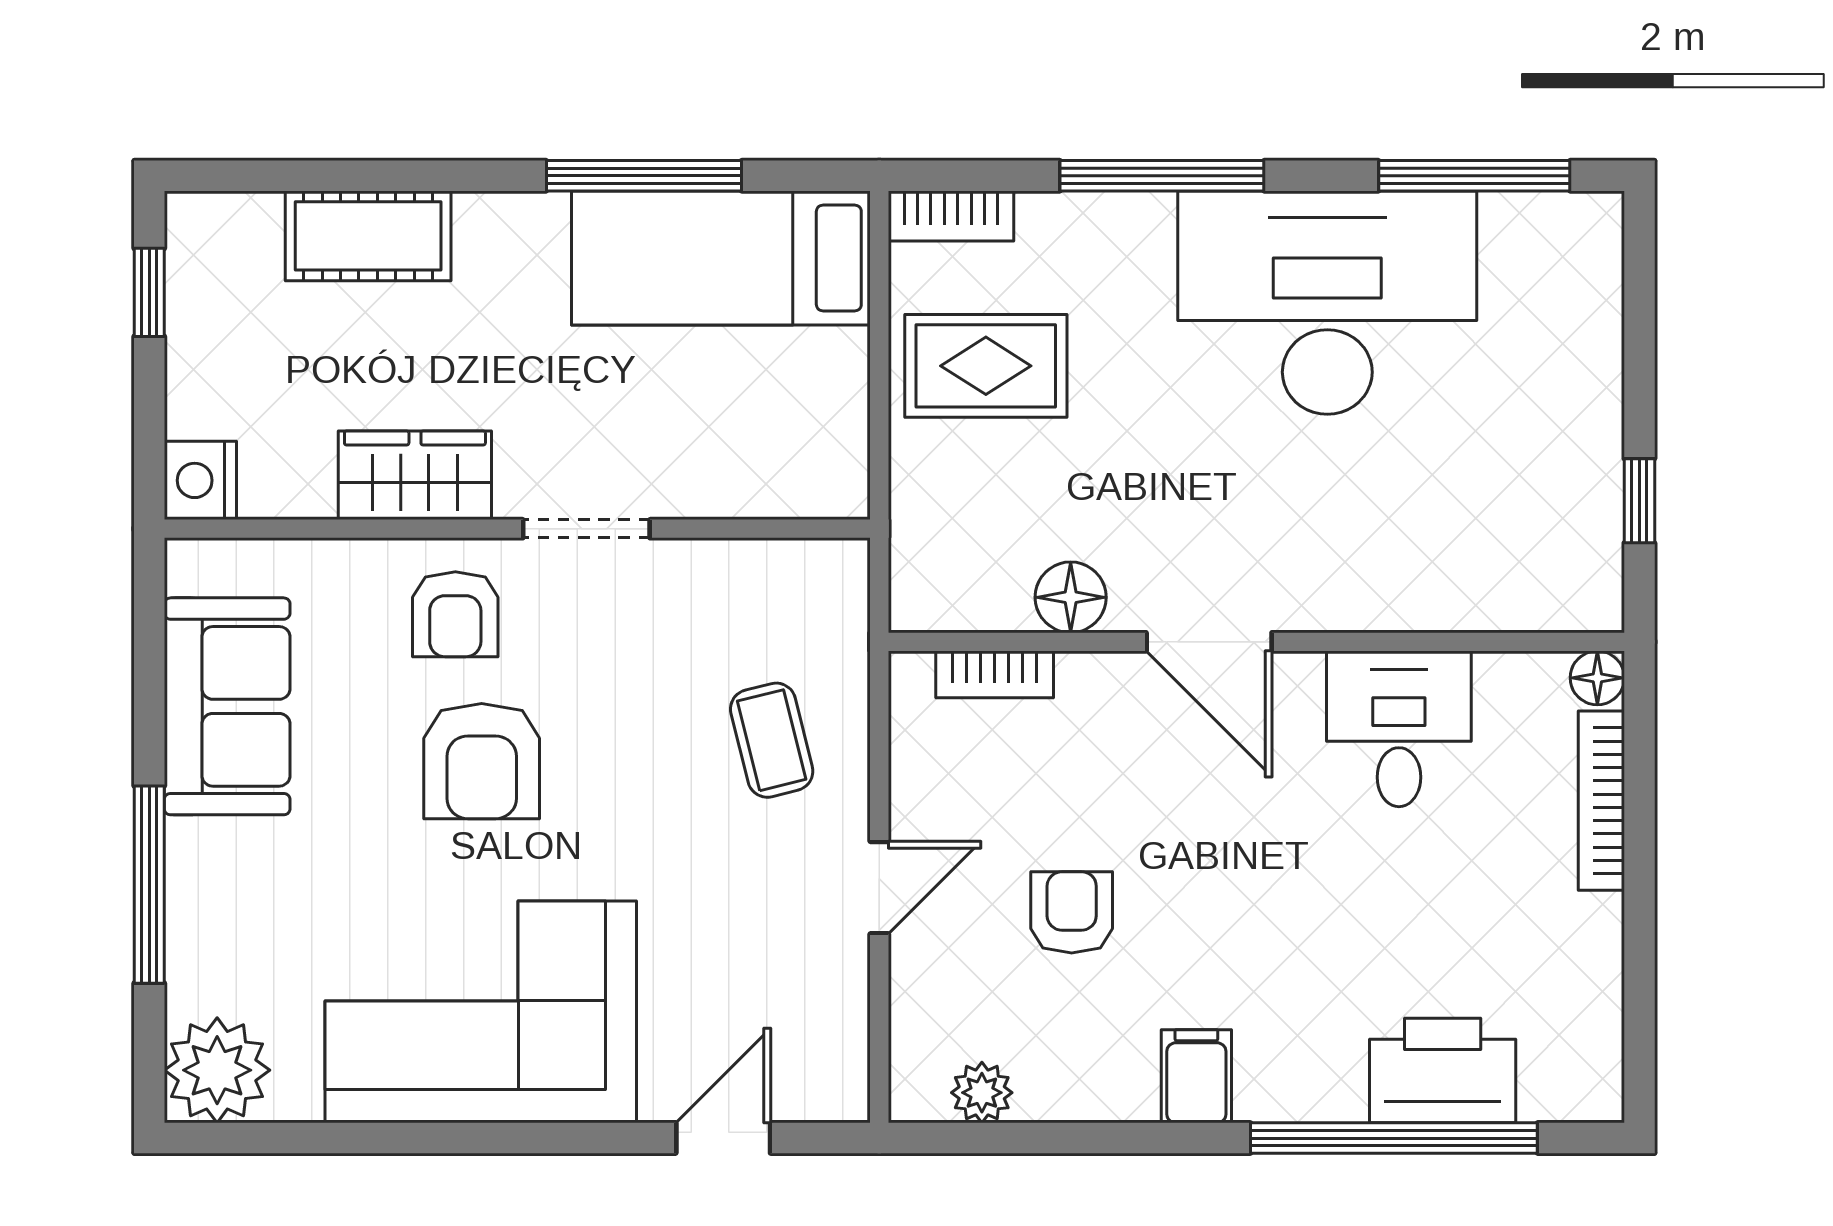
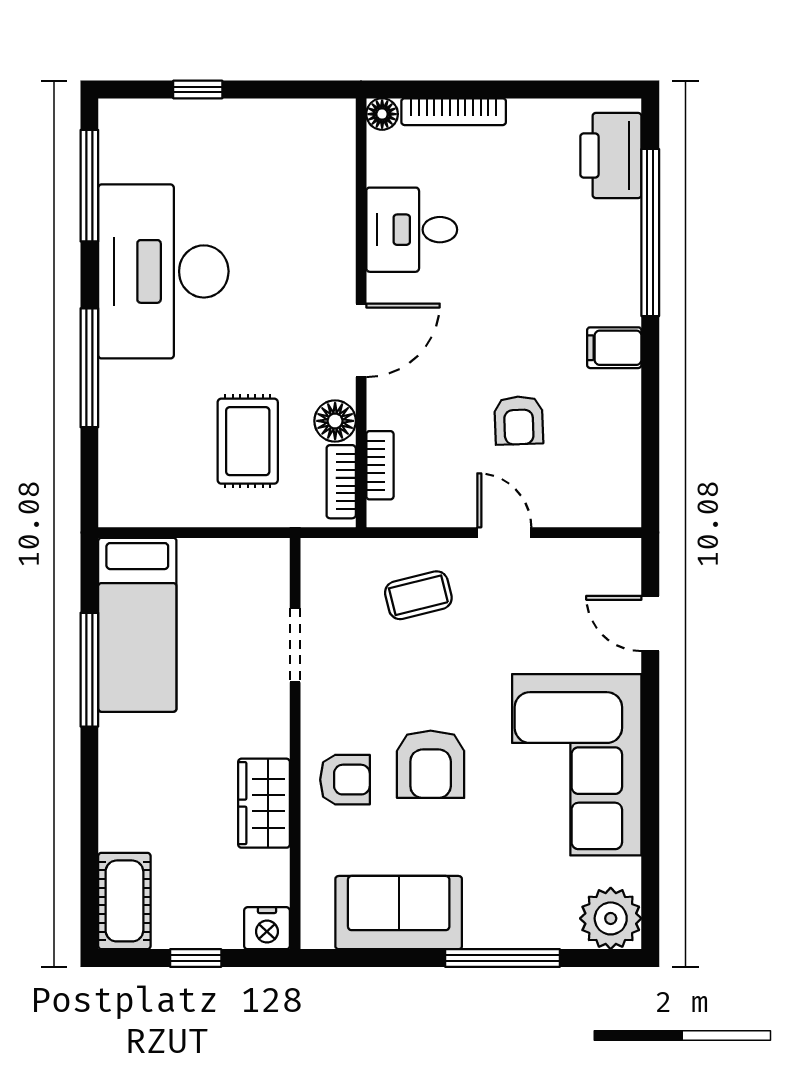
bookcase: (951, 216) -> (341, 482), moved, turned 180
cot: (368, 236) -> (124, 901), moved
window: (149, 292) -> (196, 958), moved
rug: (986, 366) -> (248, 441), moved
window: (1639, 501) -> (198, 89), moved
doorway: (586, 529) -> (295, 645), moved
armchair: (482, 761) -> (431, 764), turned 90
armchair: (1072, 912) -> (519, 420), turned -92
printer: (1443, 1071) -> (611, 155), moved
plant: (982, 1093) -> (624, 473), removed

